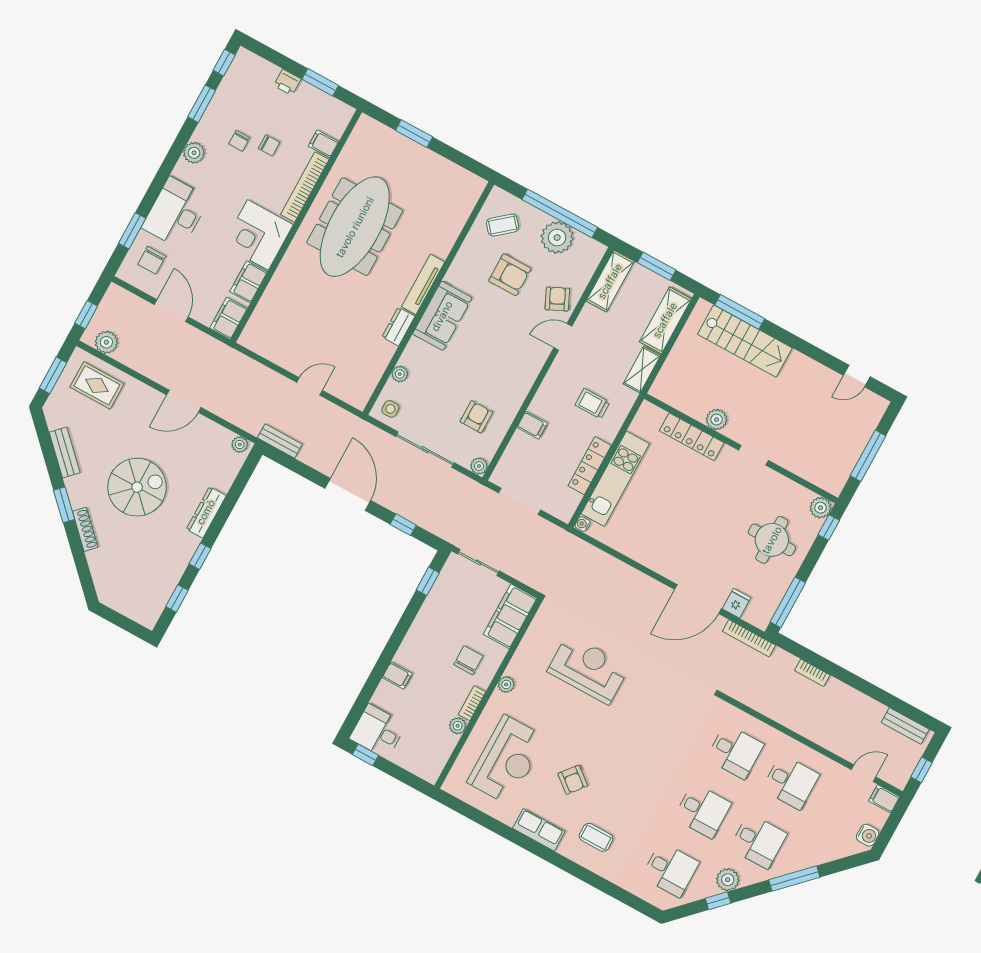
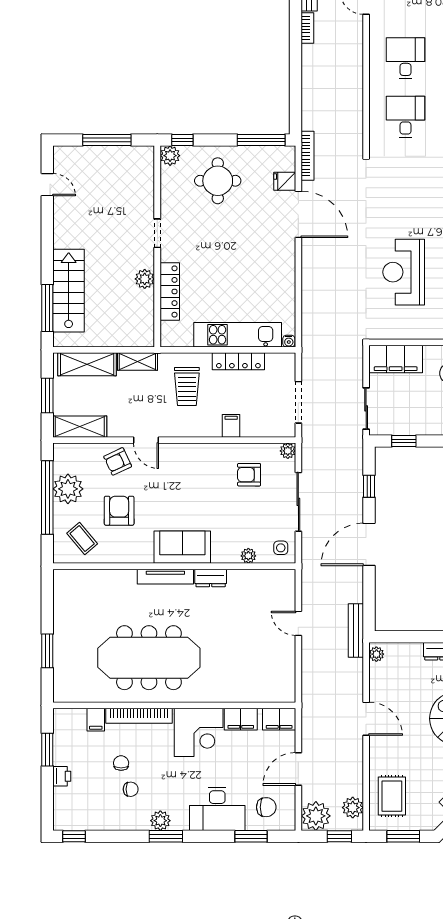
window: (202, 104) -> (166, 836), moved
plant: (118, 303) -> (316, 816), added
trolley: (592, 404) -> (187, 387), width x1.36, depth x1.39
bench: (280, 441) -> (356, 630), width x1.36
bookcase: (812, 673) -> (307, 28), moved

